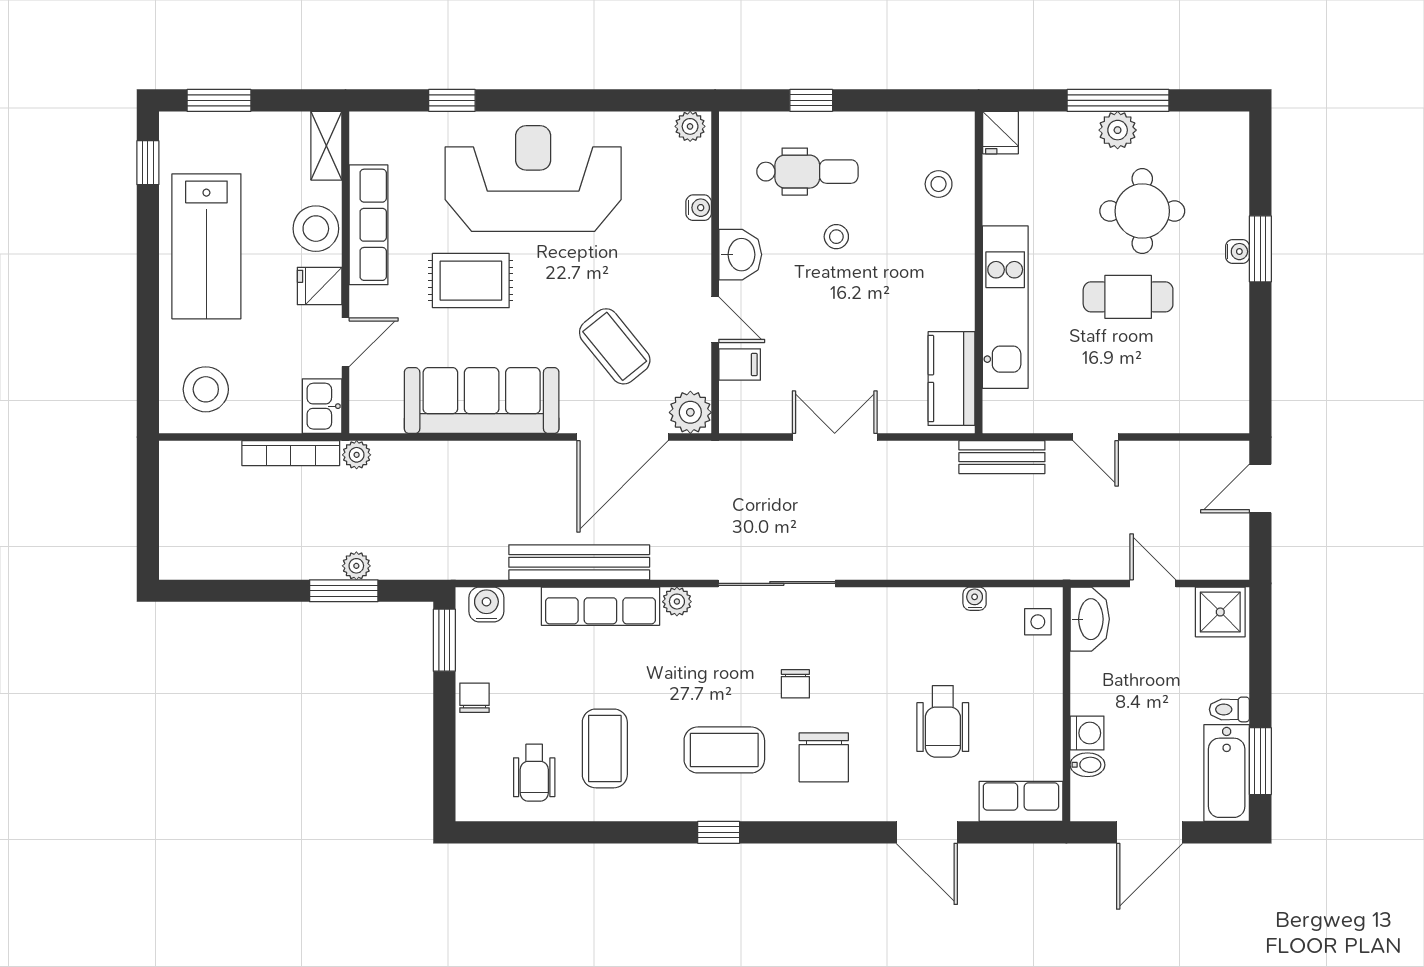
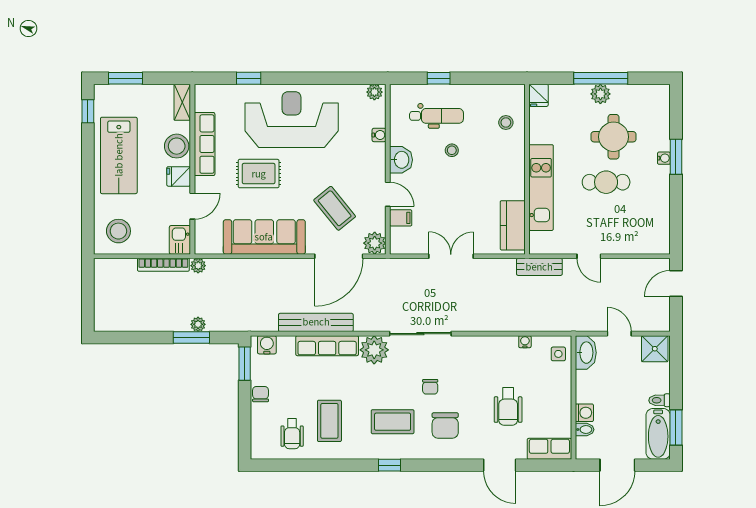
plant: (677, 602) -> (374, 350), width x1.88, depth x1.88

